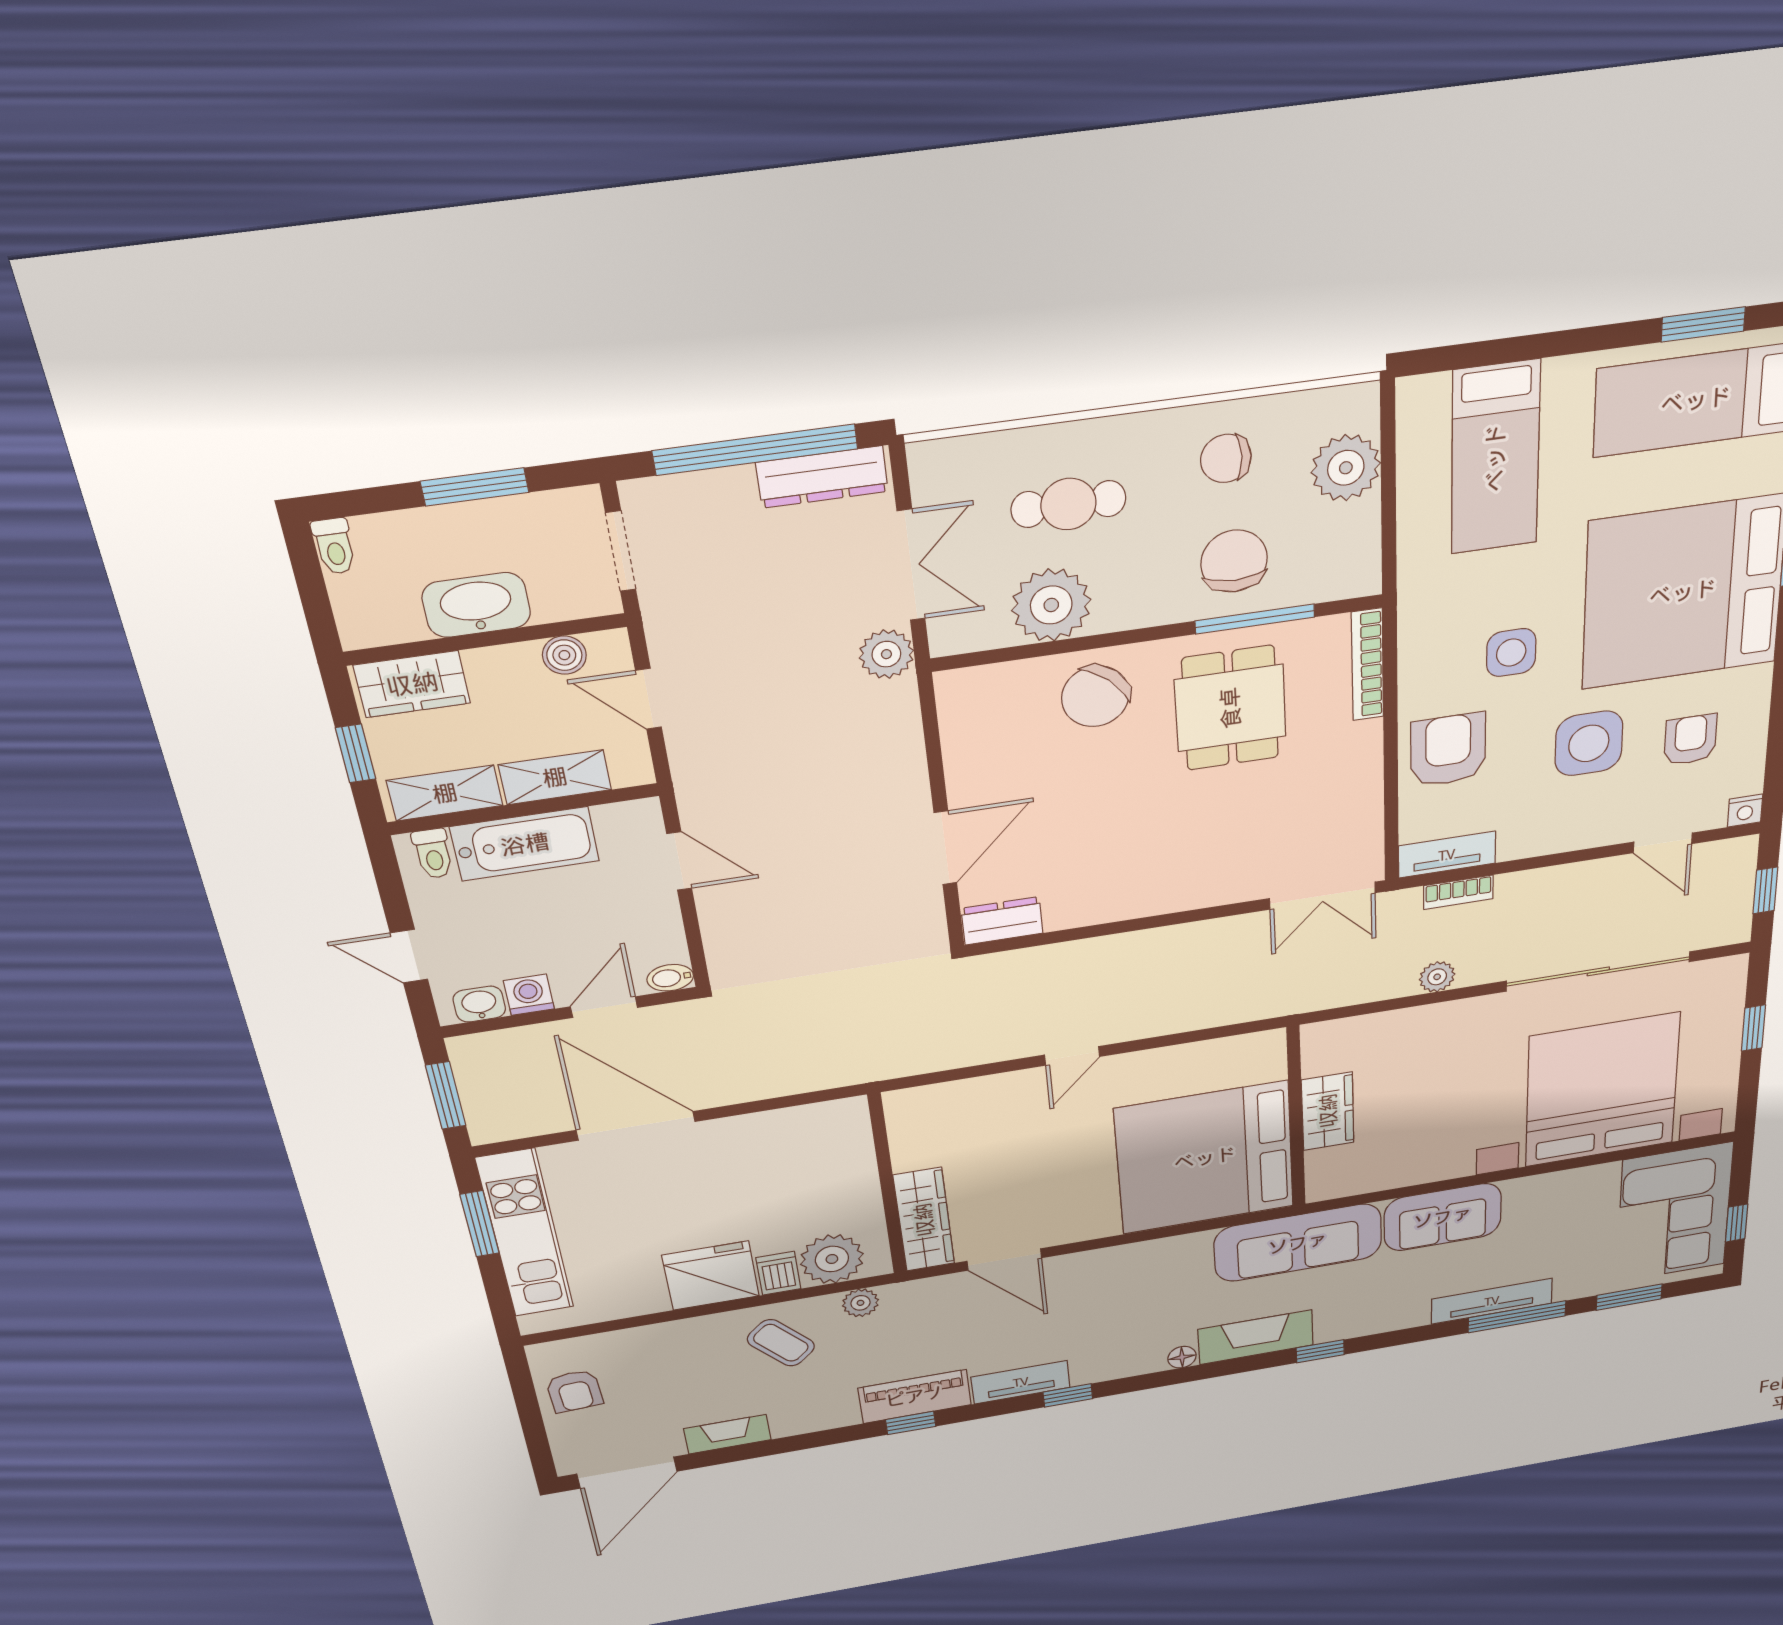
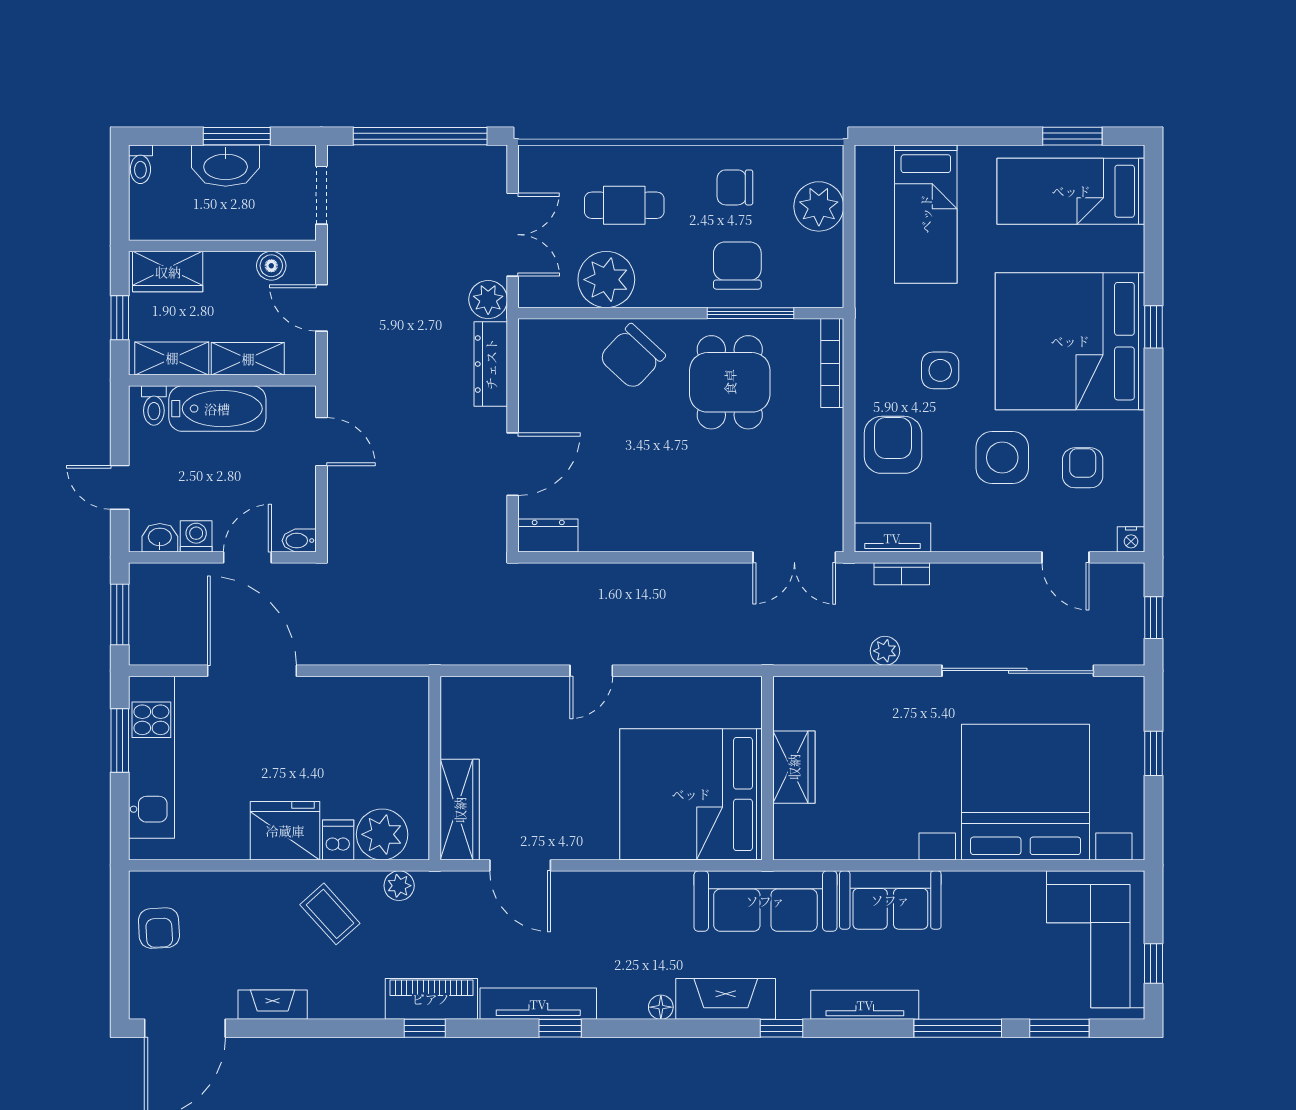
dresser: (822, 477) -> (491, 364), moved, turned 90
washbasin: (476, 605) -> (226, 166), moved, turned 180
tv unit: (1492, 1301) -> (865, 1005), moved
tv unit: (1021, 1382) -> (538, 1004), width x1.41

